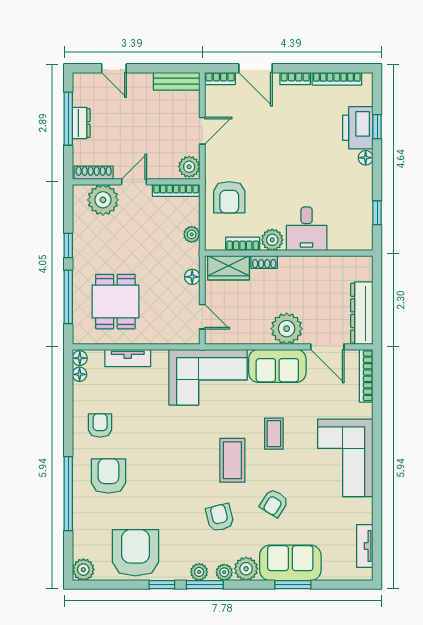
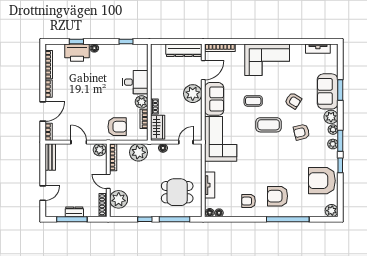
plant: (192, 234) -> (138, 152), width x1.88, depth x1.88

